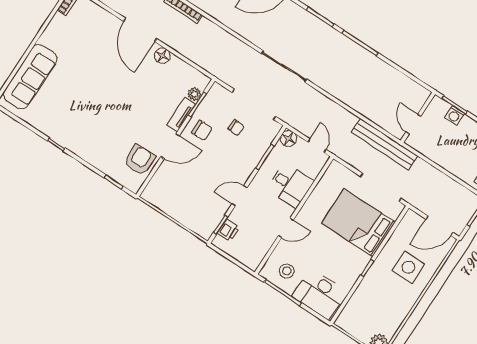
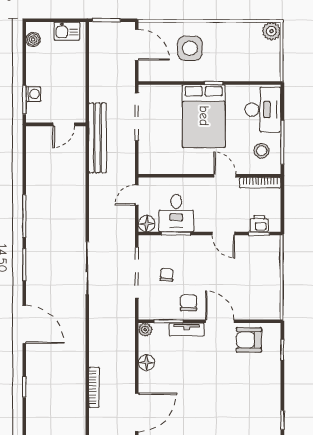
floor lamp: (162, 56) -> (146, 363), moved
plant: (194, 94) -> (145, 330), moved
desk: (290, 185) -> (176, 213), moved, turned 180
bed: (358, 223) -> (204, 116), moved
bookcase: (261, 253) -> (260, 183), added

